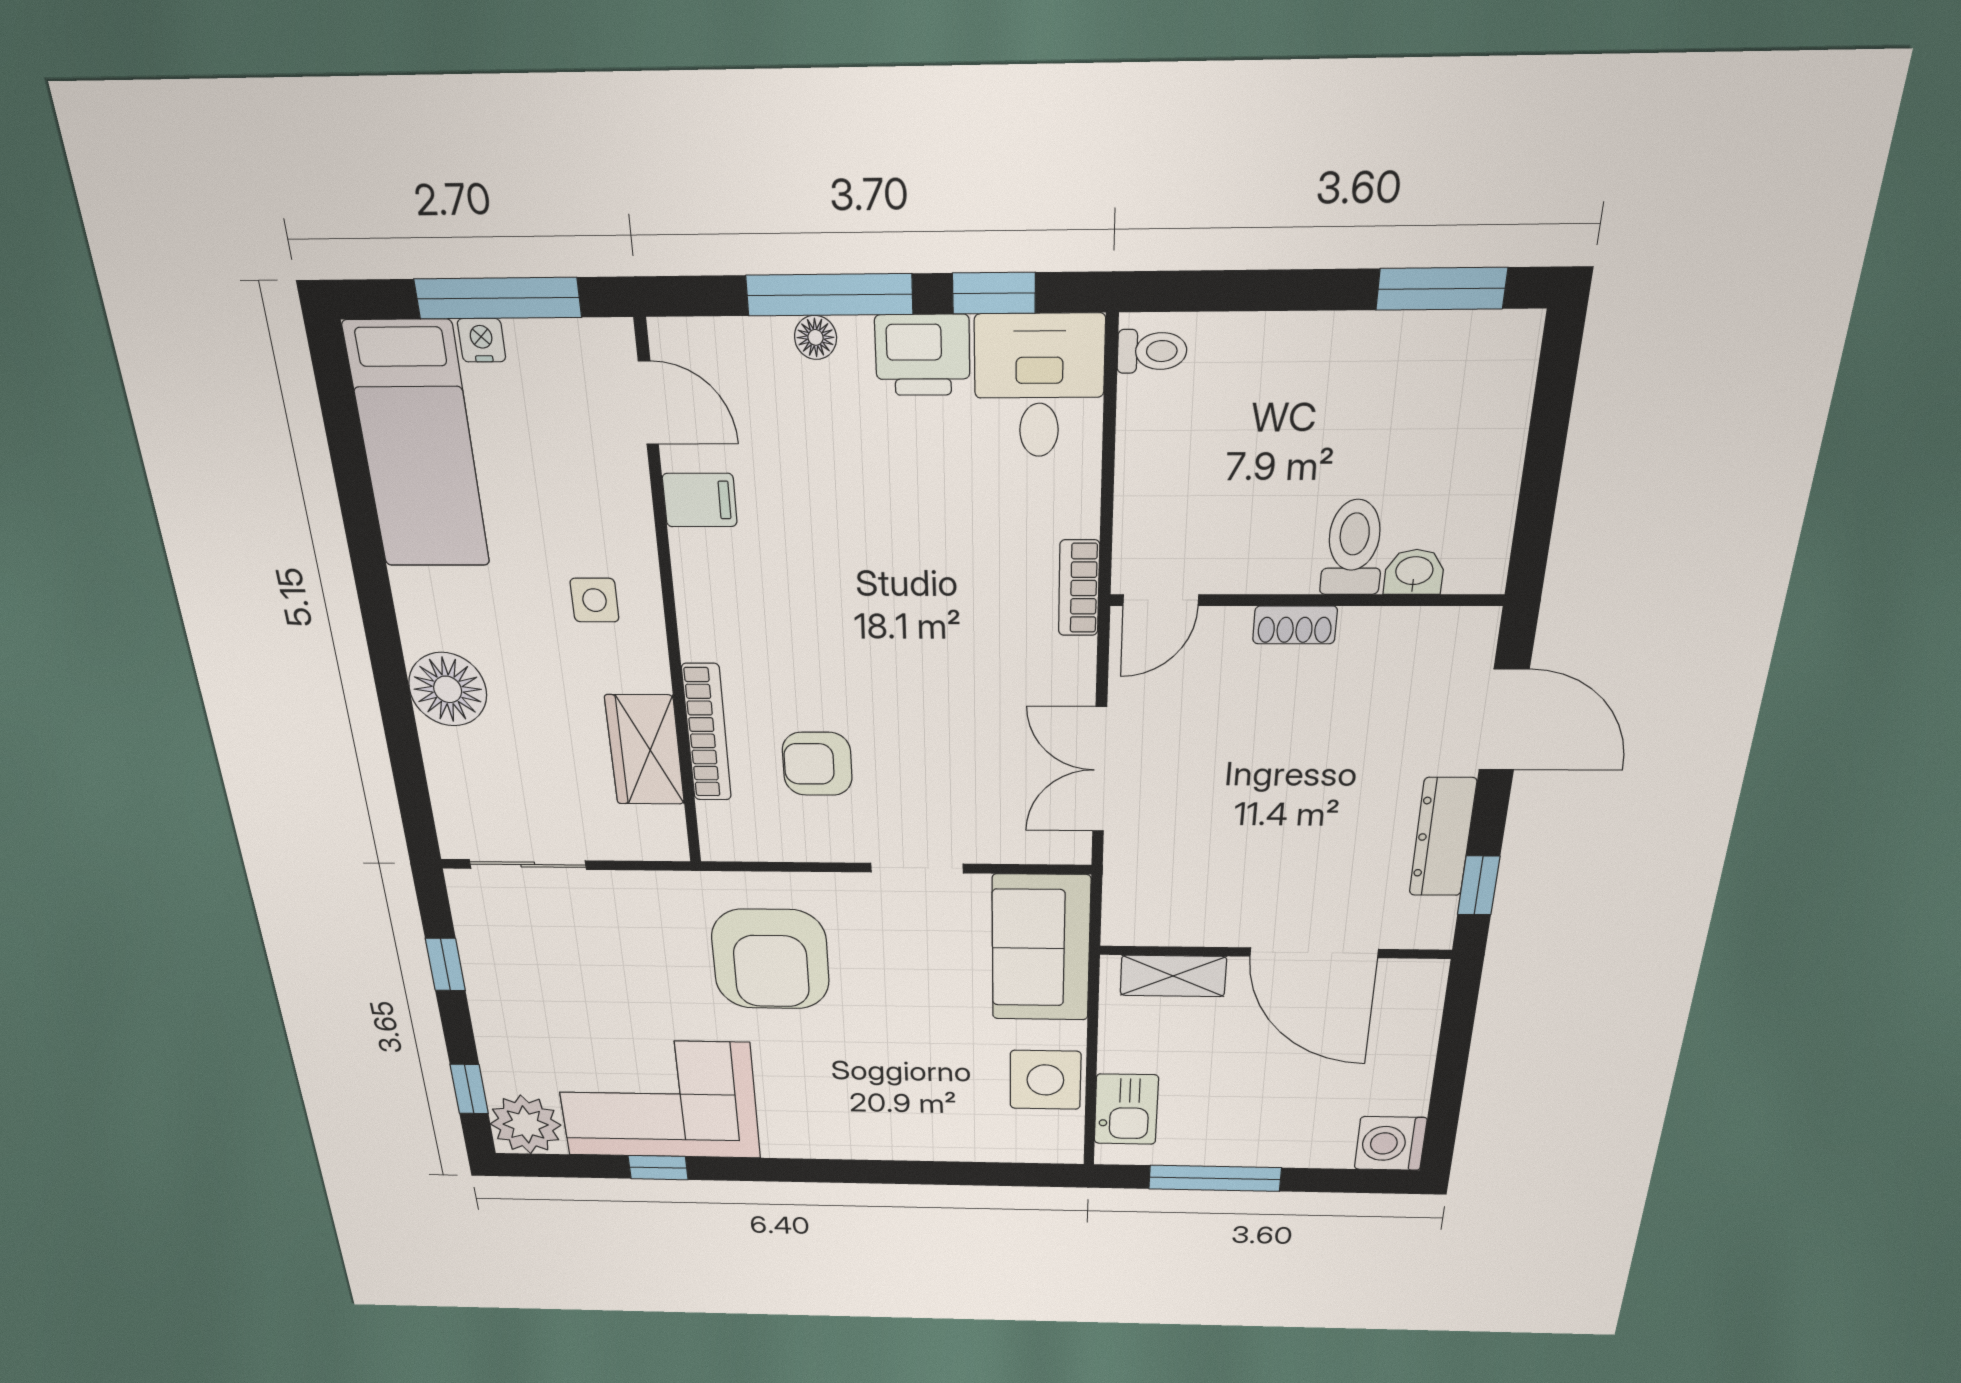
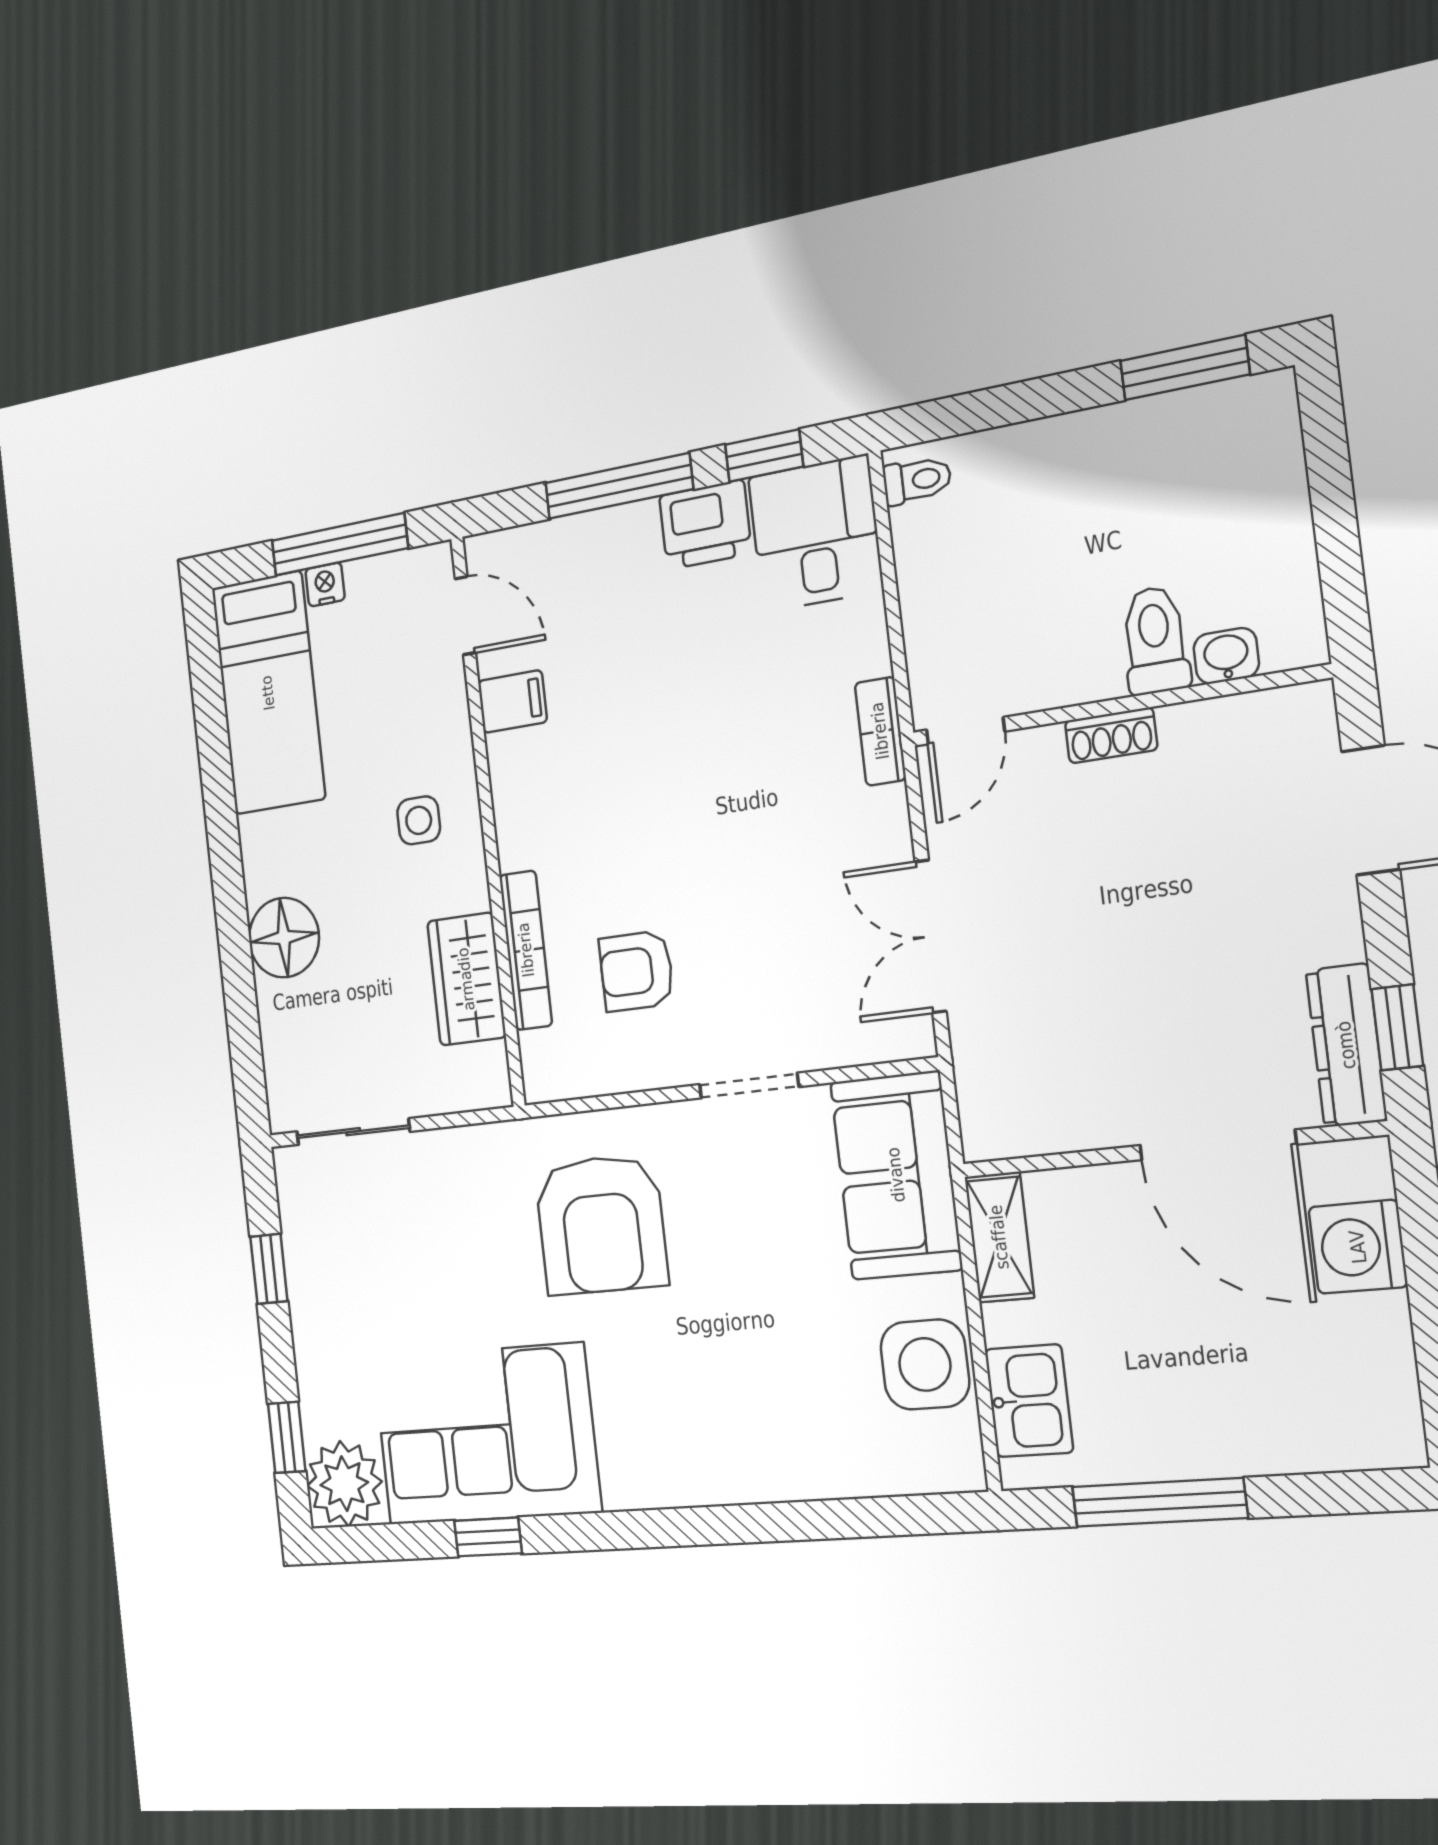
floor lamp: (816, 337) -> (609, 527), removed
dresser: (1443, 837) -> (1346, 1045), moved
shelving: (1173, 976) -> (999, 1237), moved, turned 90
washing machine: (1390, 1144) -> (1358, 1247), moved

